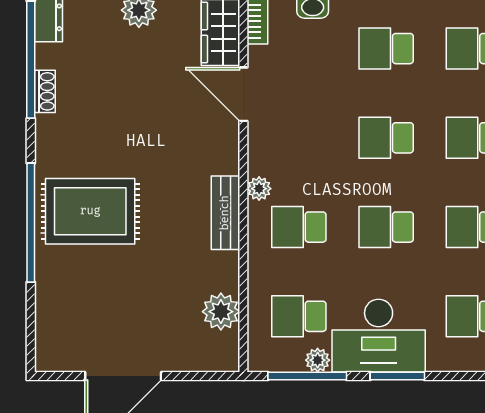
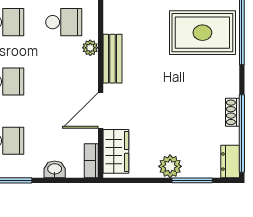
door: (243, 94) -> (101, 110), swing flipped
bench: (225, 213) -> (113, 59), moved

